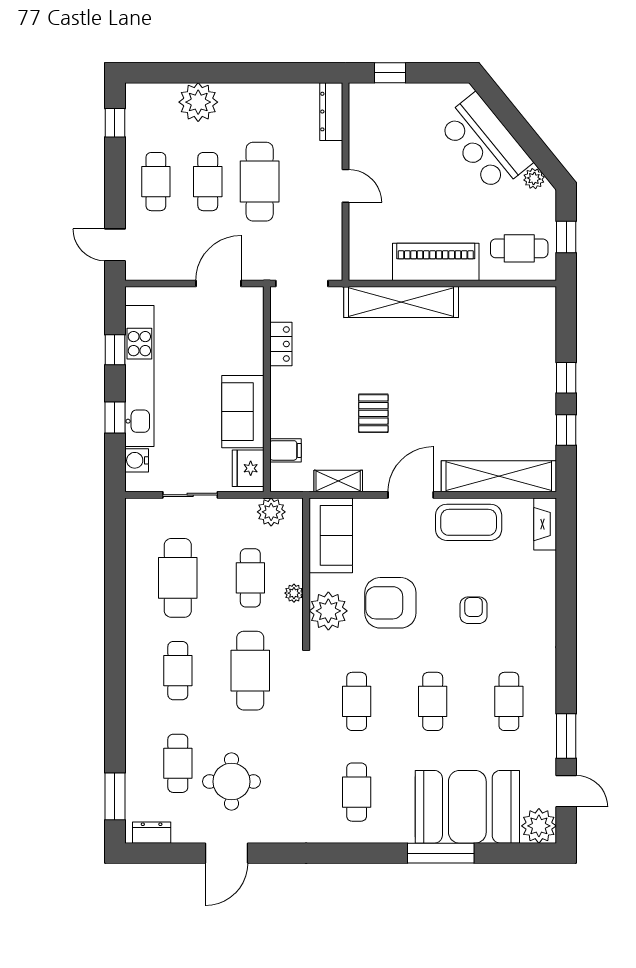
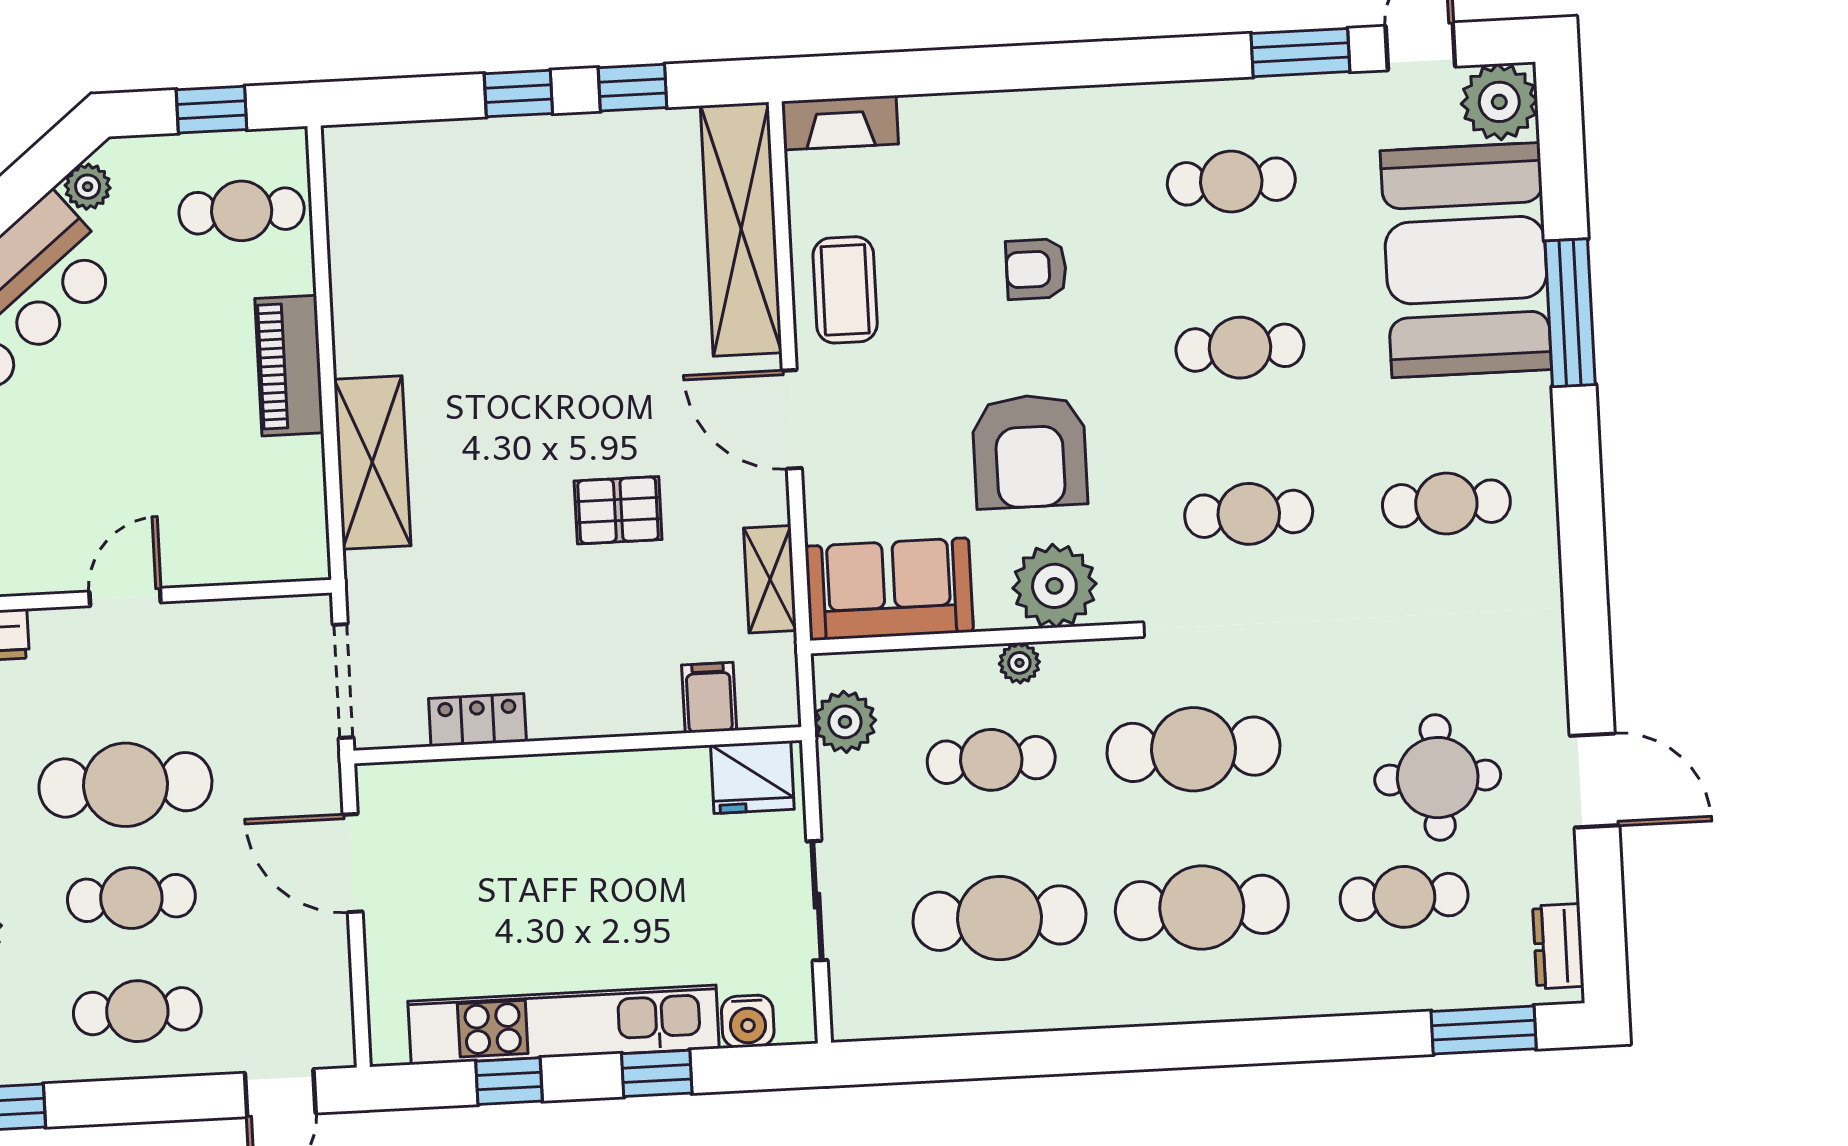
cafe table: (519, 248) -> (242, 211), turned 90
piano: (436, 262) -> (289, 366), width x0.73, depth x0.75
shelving: (401, 302) -> (372, 462), width x0.68
sofa: (243, 412) -> (630, 795), removed
coffee table: (469, 522) -> (845, 290), width x0.73, depth x0.76
cafe table: (178, 671) -> (1202, 907), width x1.37, depth x1.35

